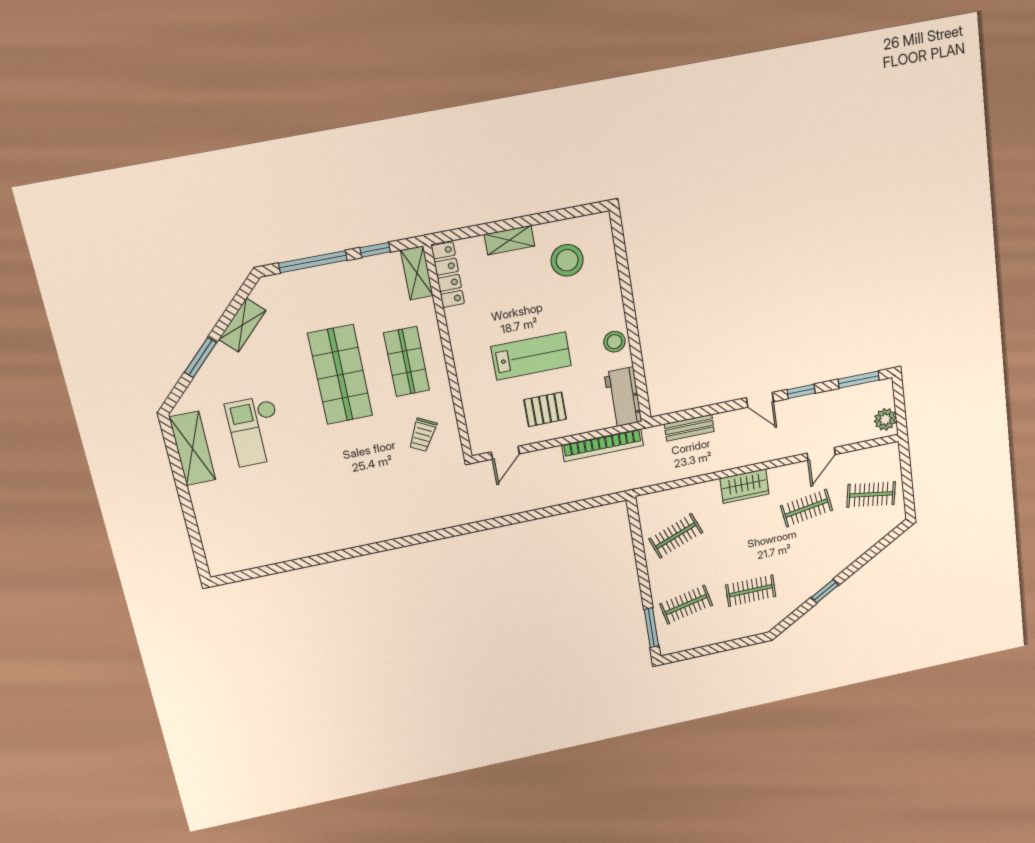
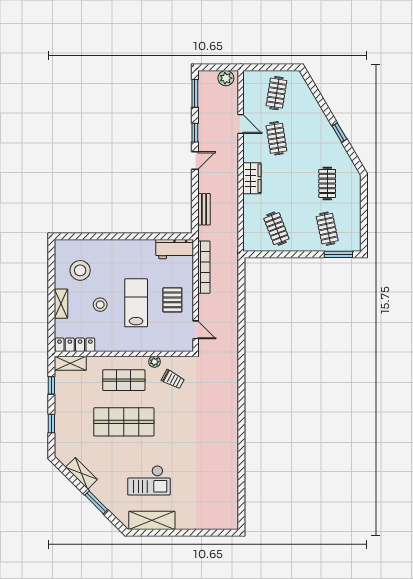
window: (313, 262) -> (51, 424), width x0.46
stool: (614, 342) -> (100, 305), moved
plant: (445, 402) -> (154, 362), added

